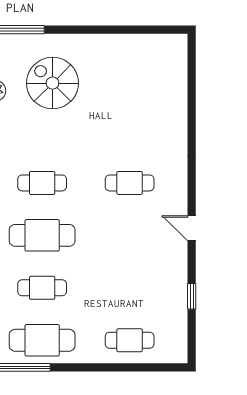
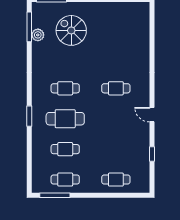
cafe table: (42, 340) -> (65, 180), width x0.73, depth x0.74

